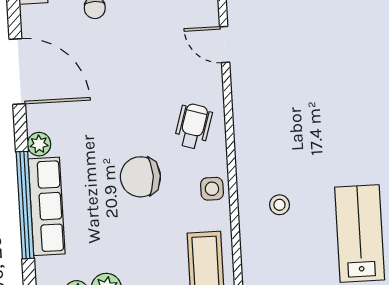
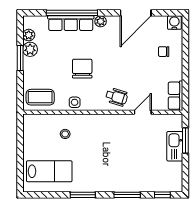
wheelchair: (193, 126) -> (117, 97), moved

